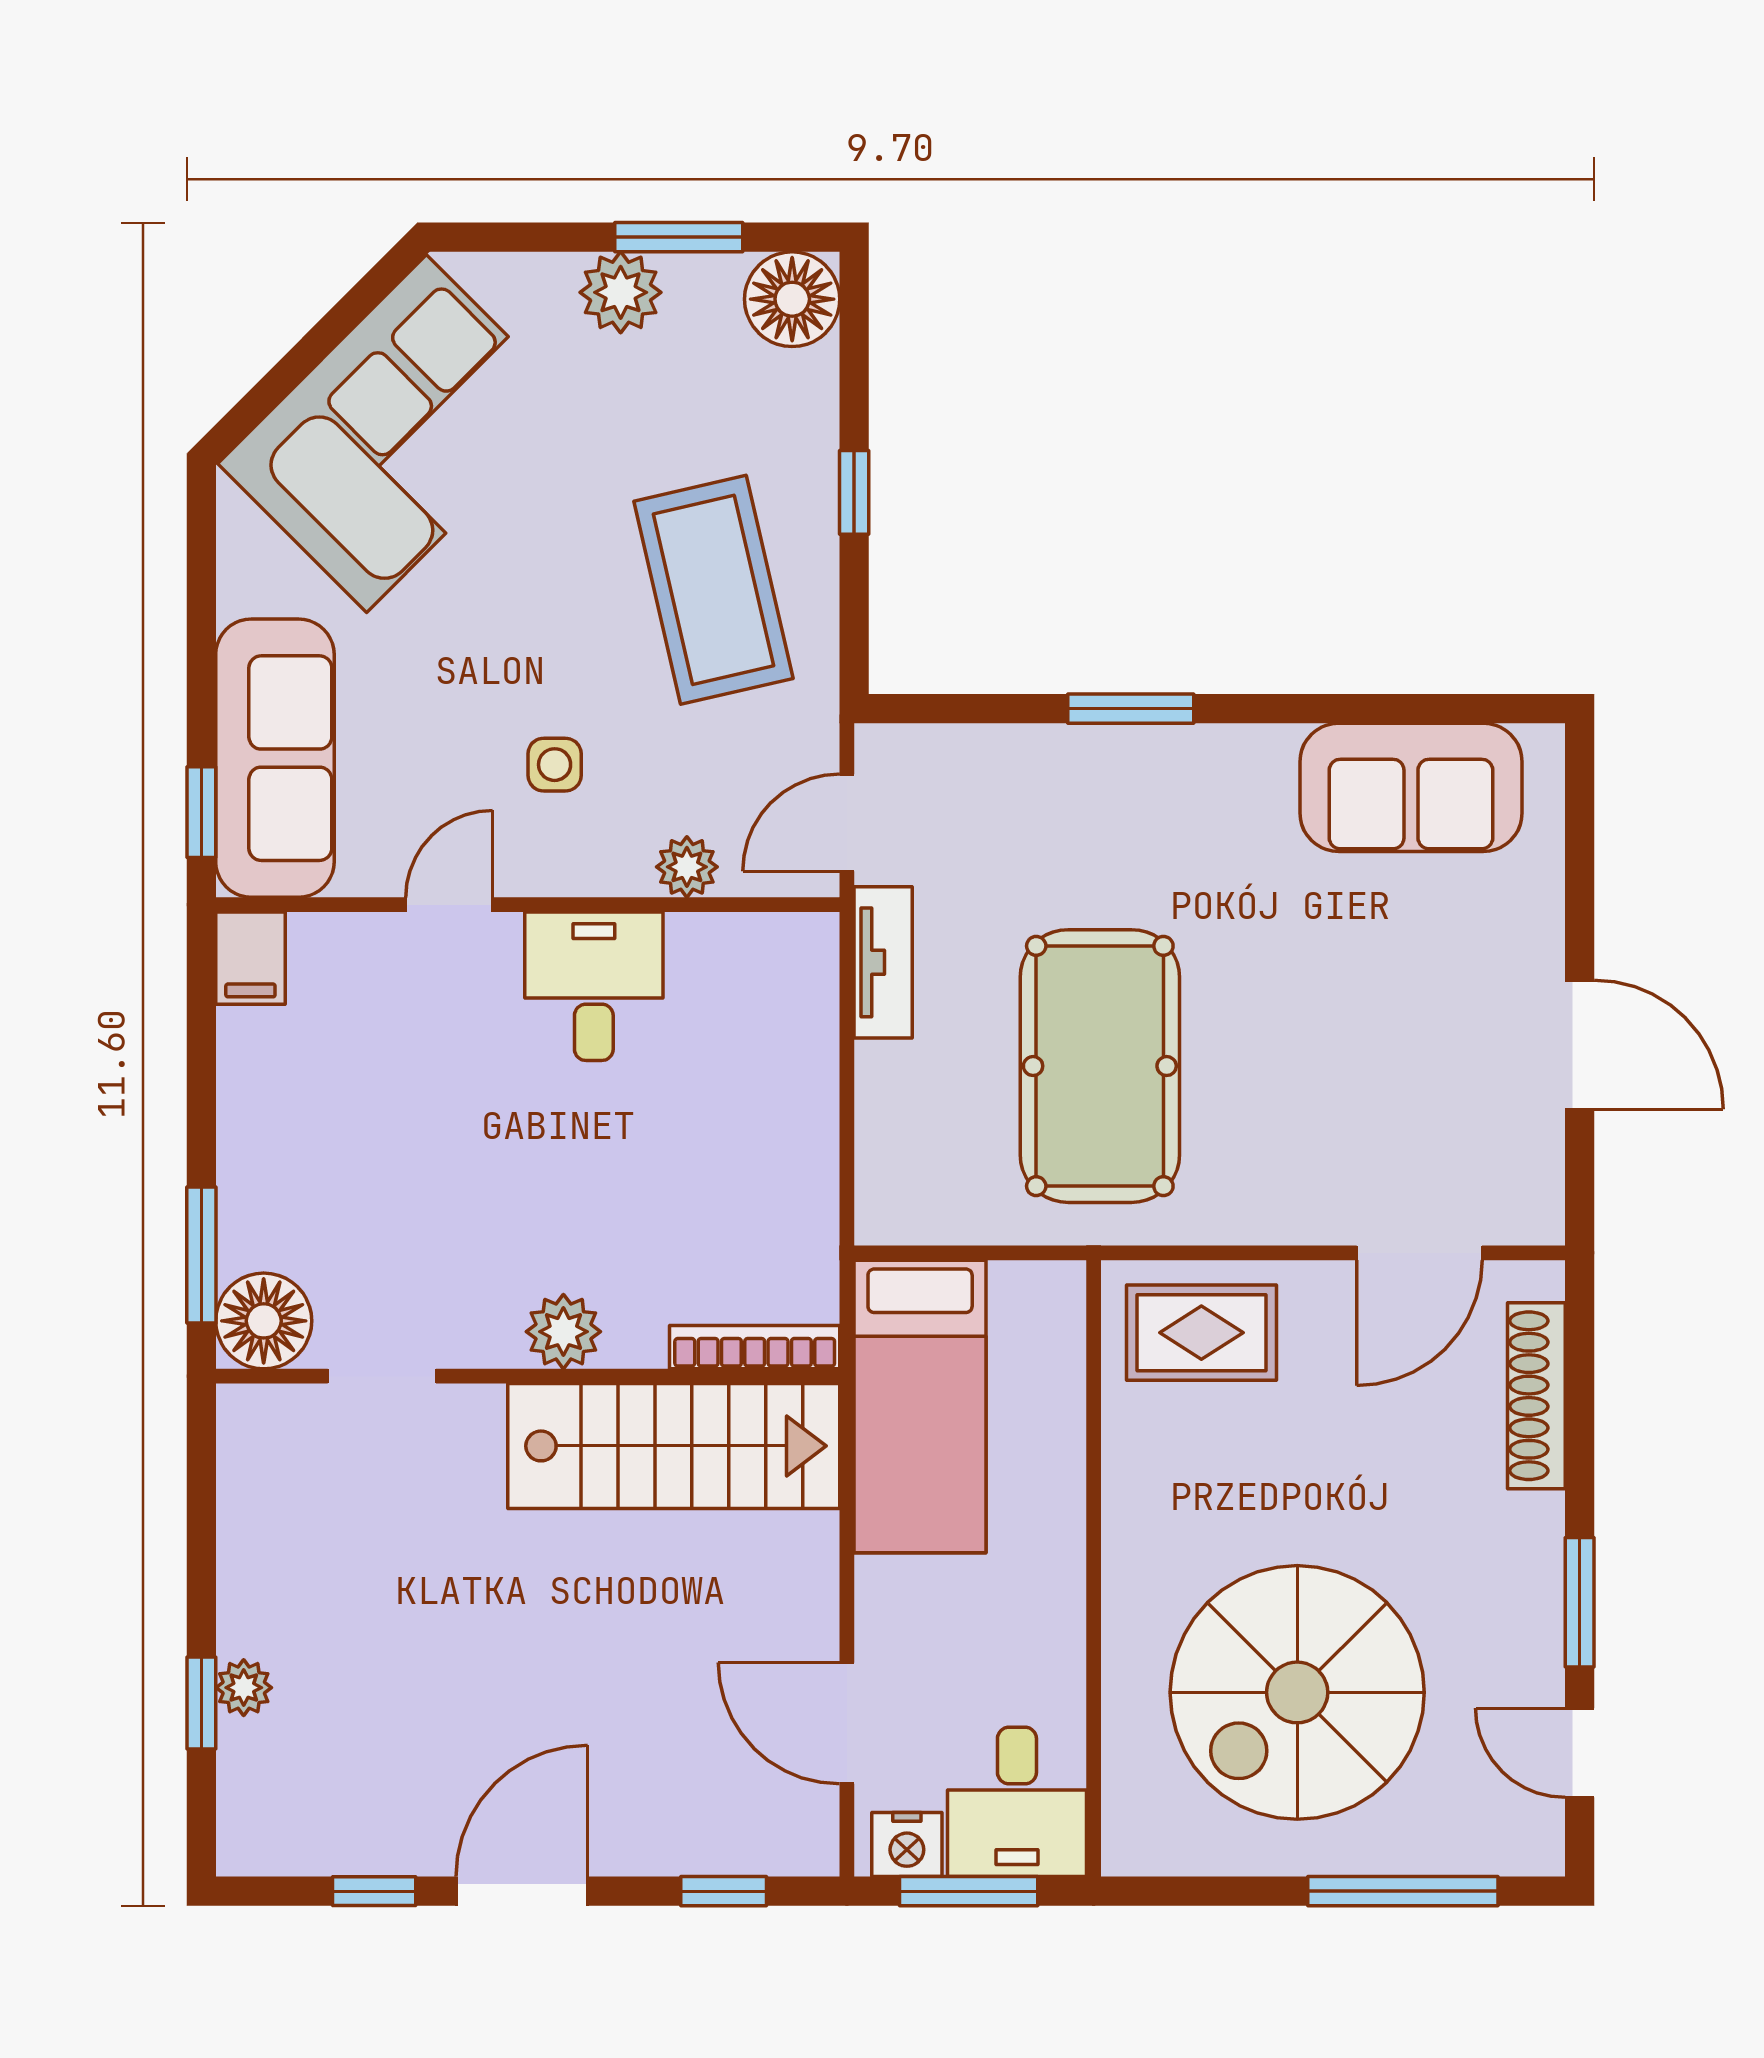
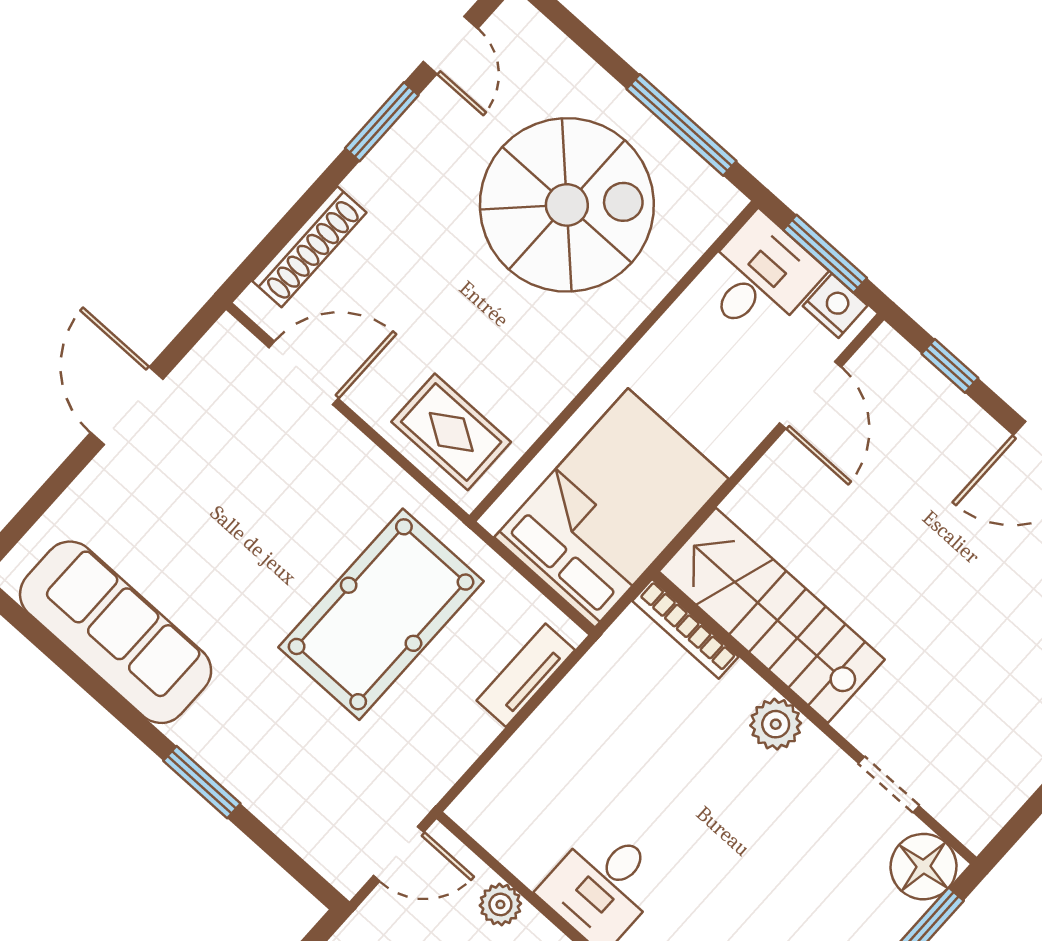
sofa: (1411, 787) -> (116, 632), width x1.36
tv unit: (883, 962) -> (526, 675), moved
bed: (920, 1406) -> (611, 508), width x1.50
window: (1403, 1891) -> (681, 125), moved

